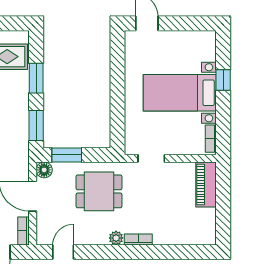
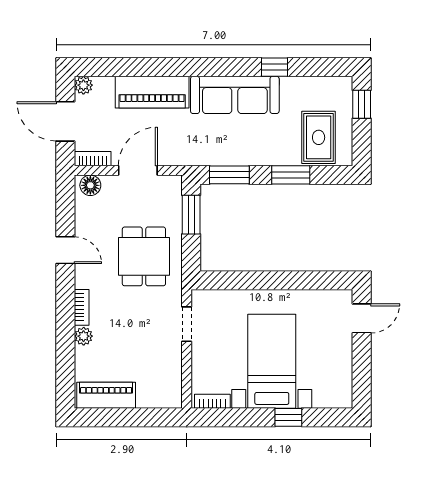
floor lamp: (44, 170) -> (90, 185), moved
piano: (206, 185) -> (106, 395), moved
plant: (116, 238) -> (84, 336), moved
door: (63, 252) -> (65, 250), moved

